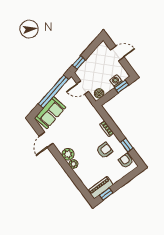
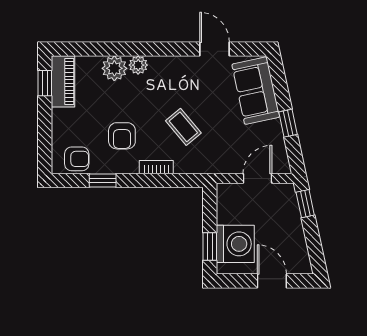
door: (117, 54) -> (272, 281), swing flipped
washing machine: (116, 81) -> (235, 244), width x1.89, depth x1.89
window: (53, 91) -> (288, 123), width x0.32
boiler: (99, 93) -> (227, 199), removed
coffee table: (84, 130) -> (183, 127), added
plant: (68, 154) -> (114, 68), moved

